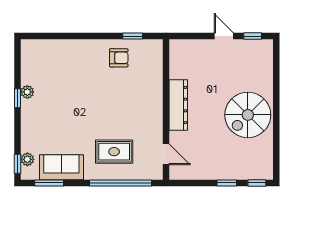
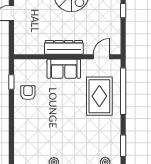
rug: (114, 152) -> (99, 96), width x1.36, depth x1.43
sofa: (61, 167) -> (64, 69), moved, turned -90

